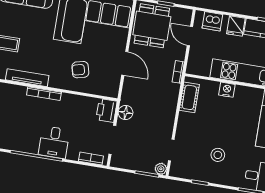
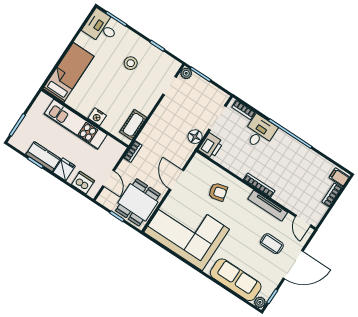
desk: (54, 142) -> (260, 132), moved

